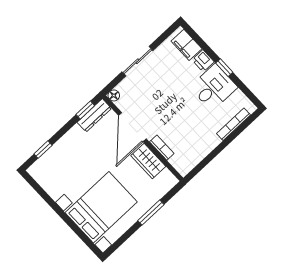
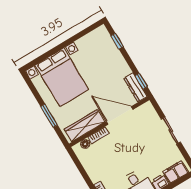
floor lamp: (114, 95) -> (85, 144), moved
wardrobe: (148, 161) -> (85, 126), width x1.50

